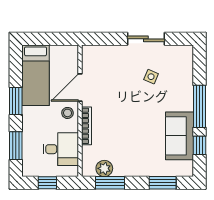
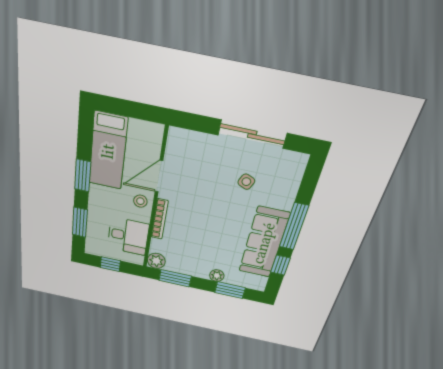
sliding door: (146, 39) -> (252, 134), width x1.37
sofa: (179, 136) -> (264, 243), width x1.36
plant: (104, 168) -> (156, 261), moved
plant: (147, 170) -> (217, 276), added

